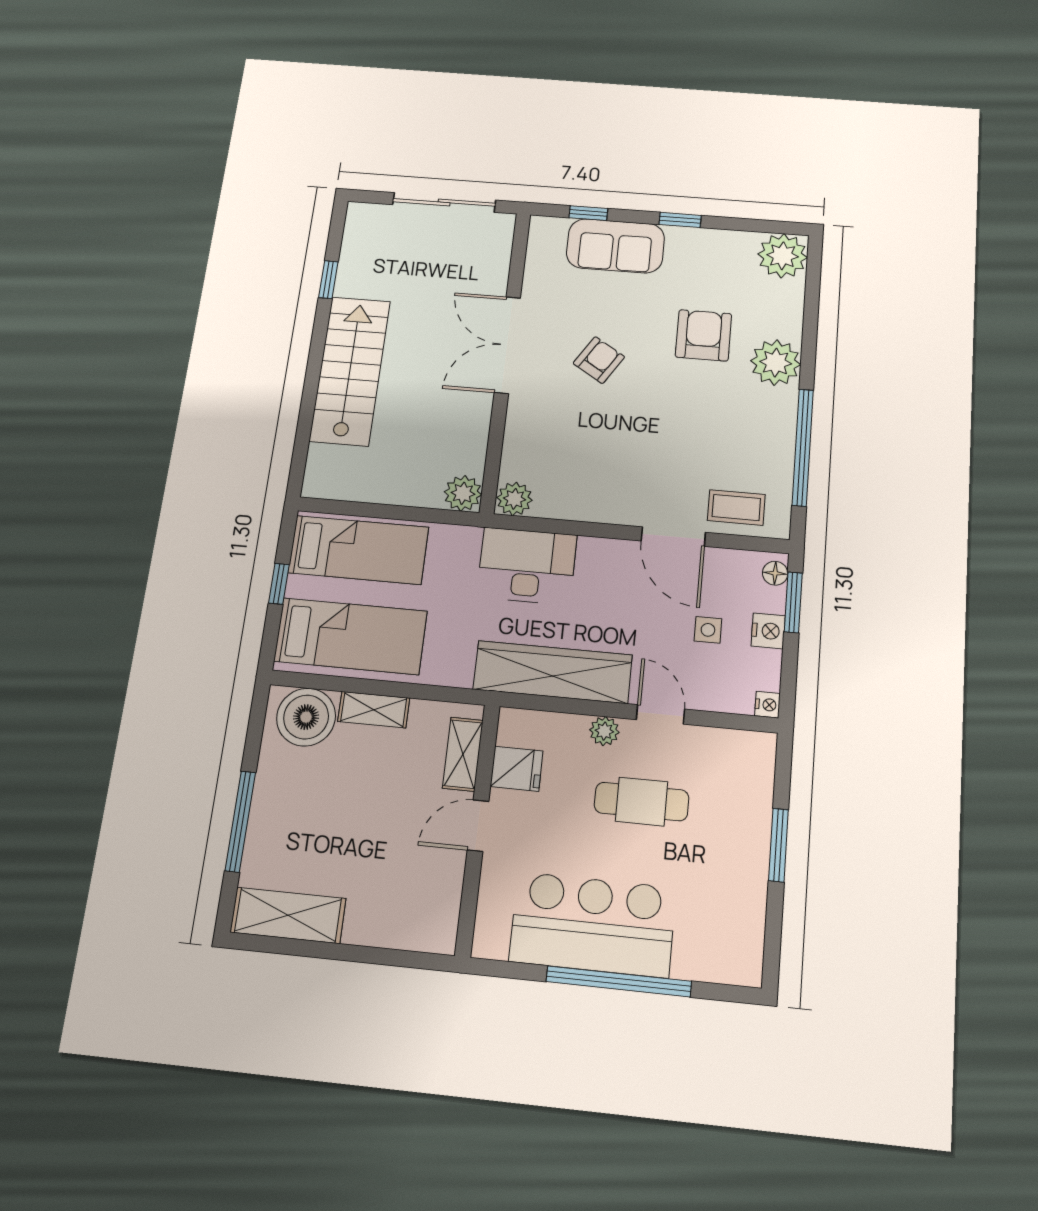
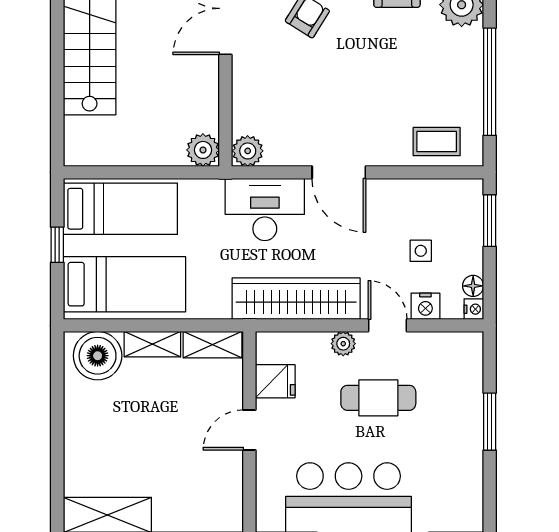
door: (673, 537) -> (339, 172), moved
floor lamp: (775, 573) -> (473, 286), moved
nightstand: (768, 631) -> (425, 306), moved, turned 90
shelving: (463, 754) -> (212, 345), moved, turned 90
window: (240, 821) -> (57, 445), removed

